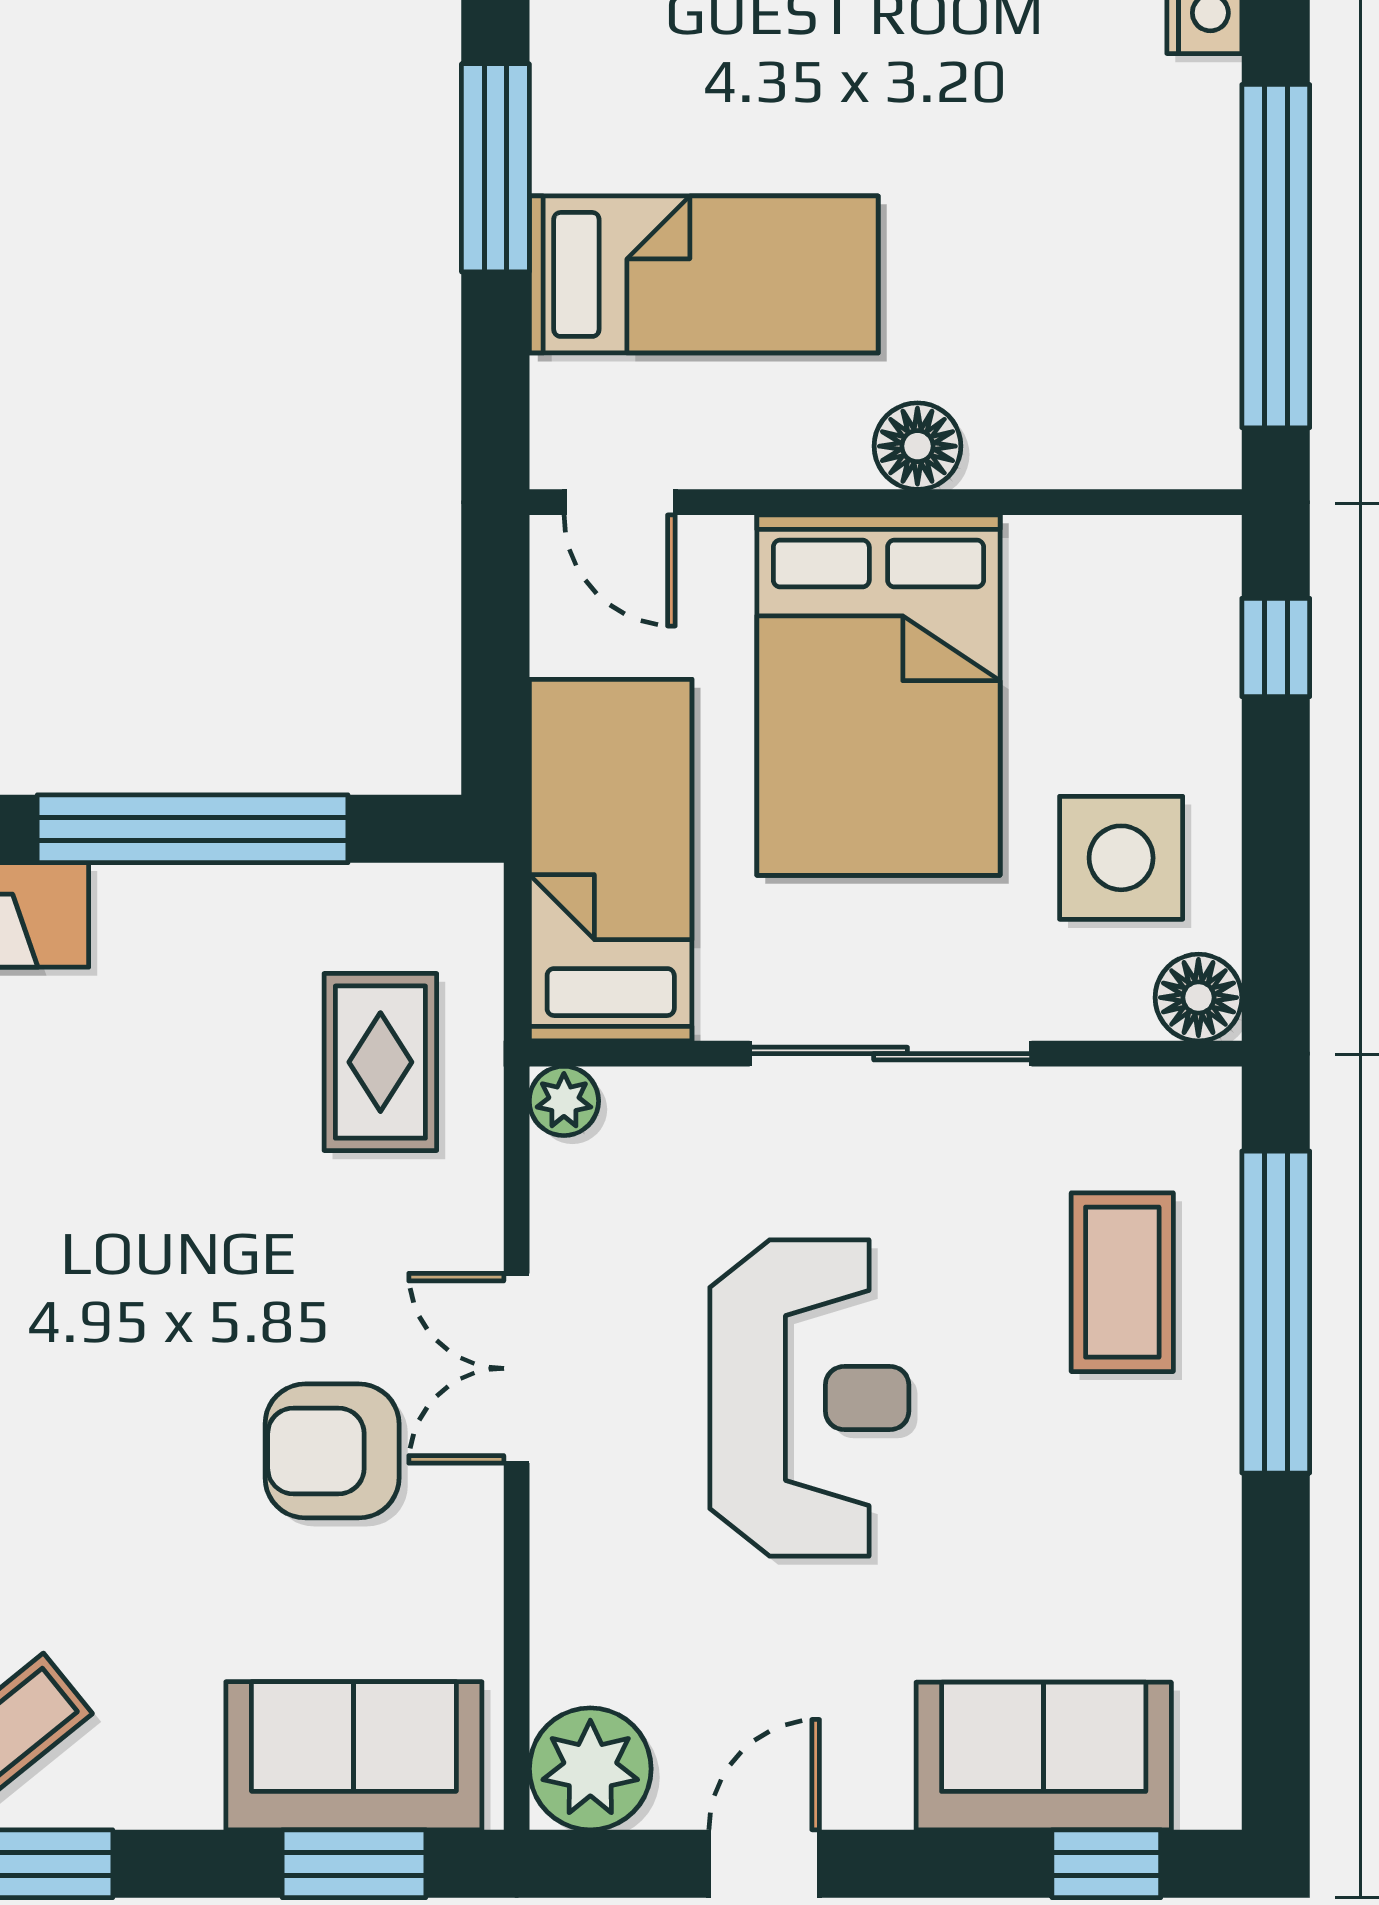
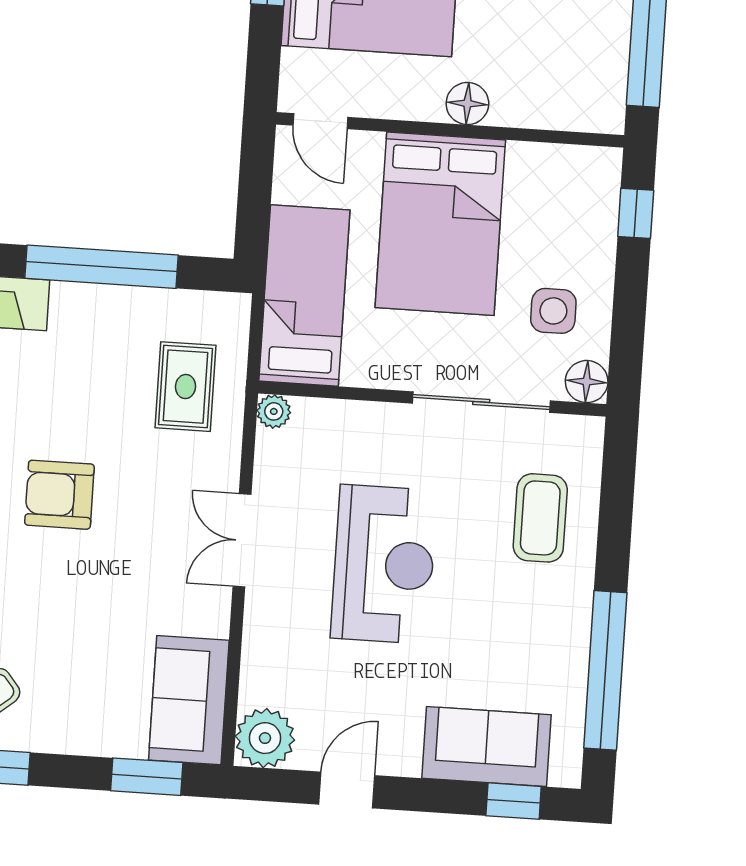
side table: (1121, 858) -> (553, 311), width x0.73, depth x0.73
sliding door: (891, 1054) -> (481, 402), moved
window: (1276, 1312) -> (605, 670), moved
armchair: (332, 1451) -> (59, 495), moved
sofa: (354, 1756) -> (189, 700), moved, turned -90

